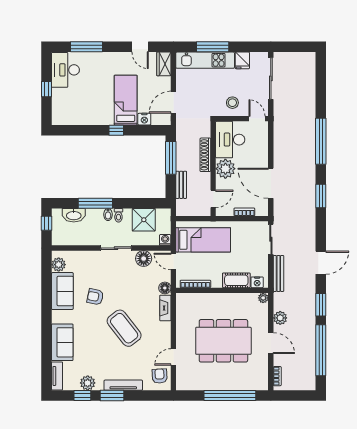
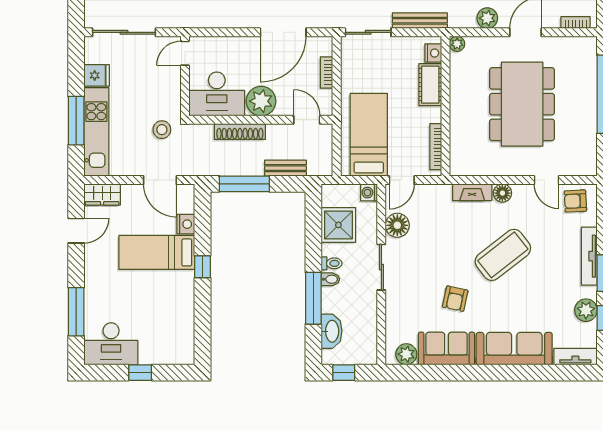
stool: (232, 103) -> (162, 130), moved
floor lamp: (165, 288) -> (502, 193), moved
sofa: (62, 342) -> (514, 349), width x1.36

